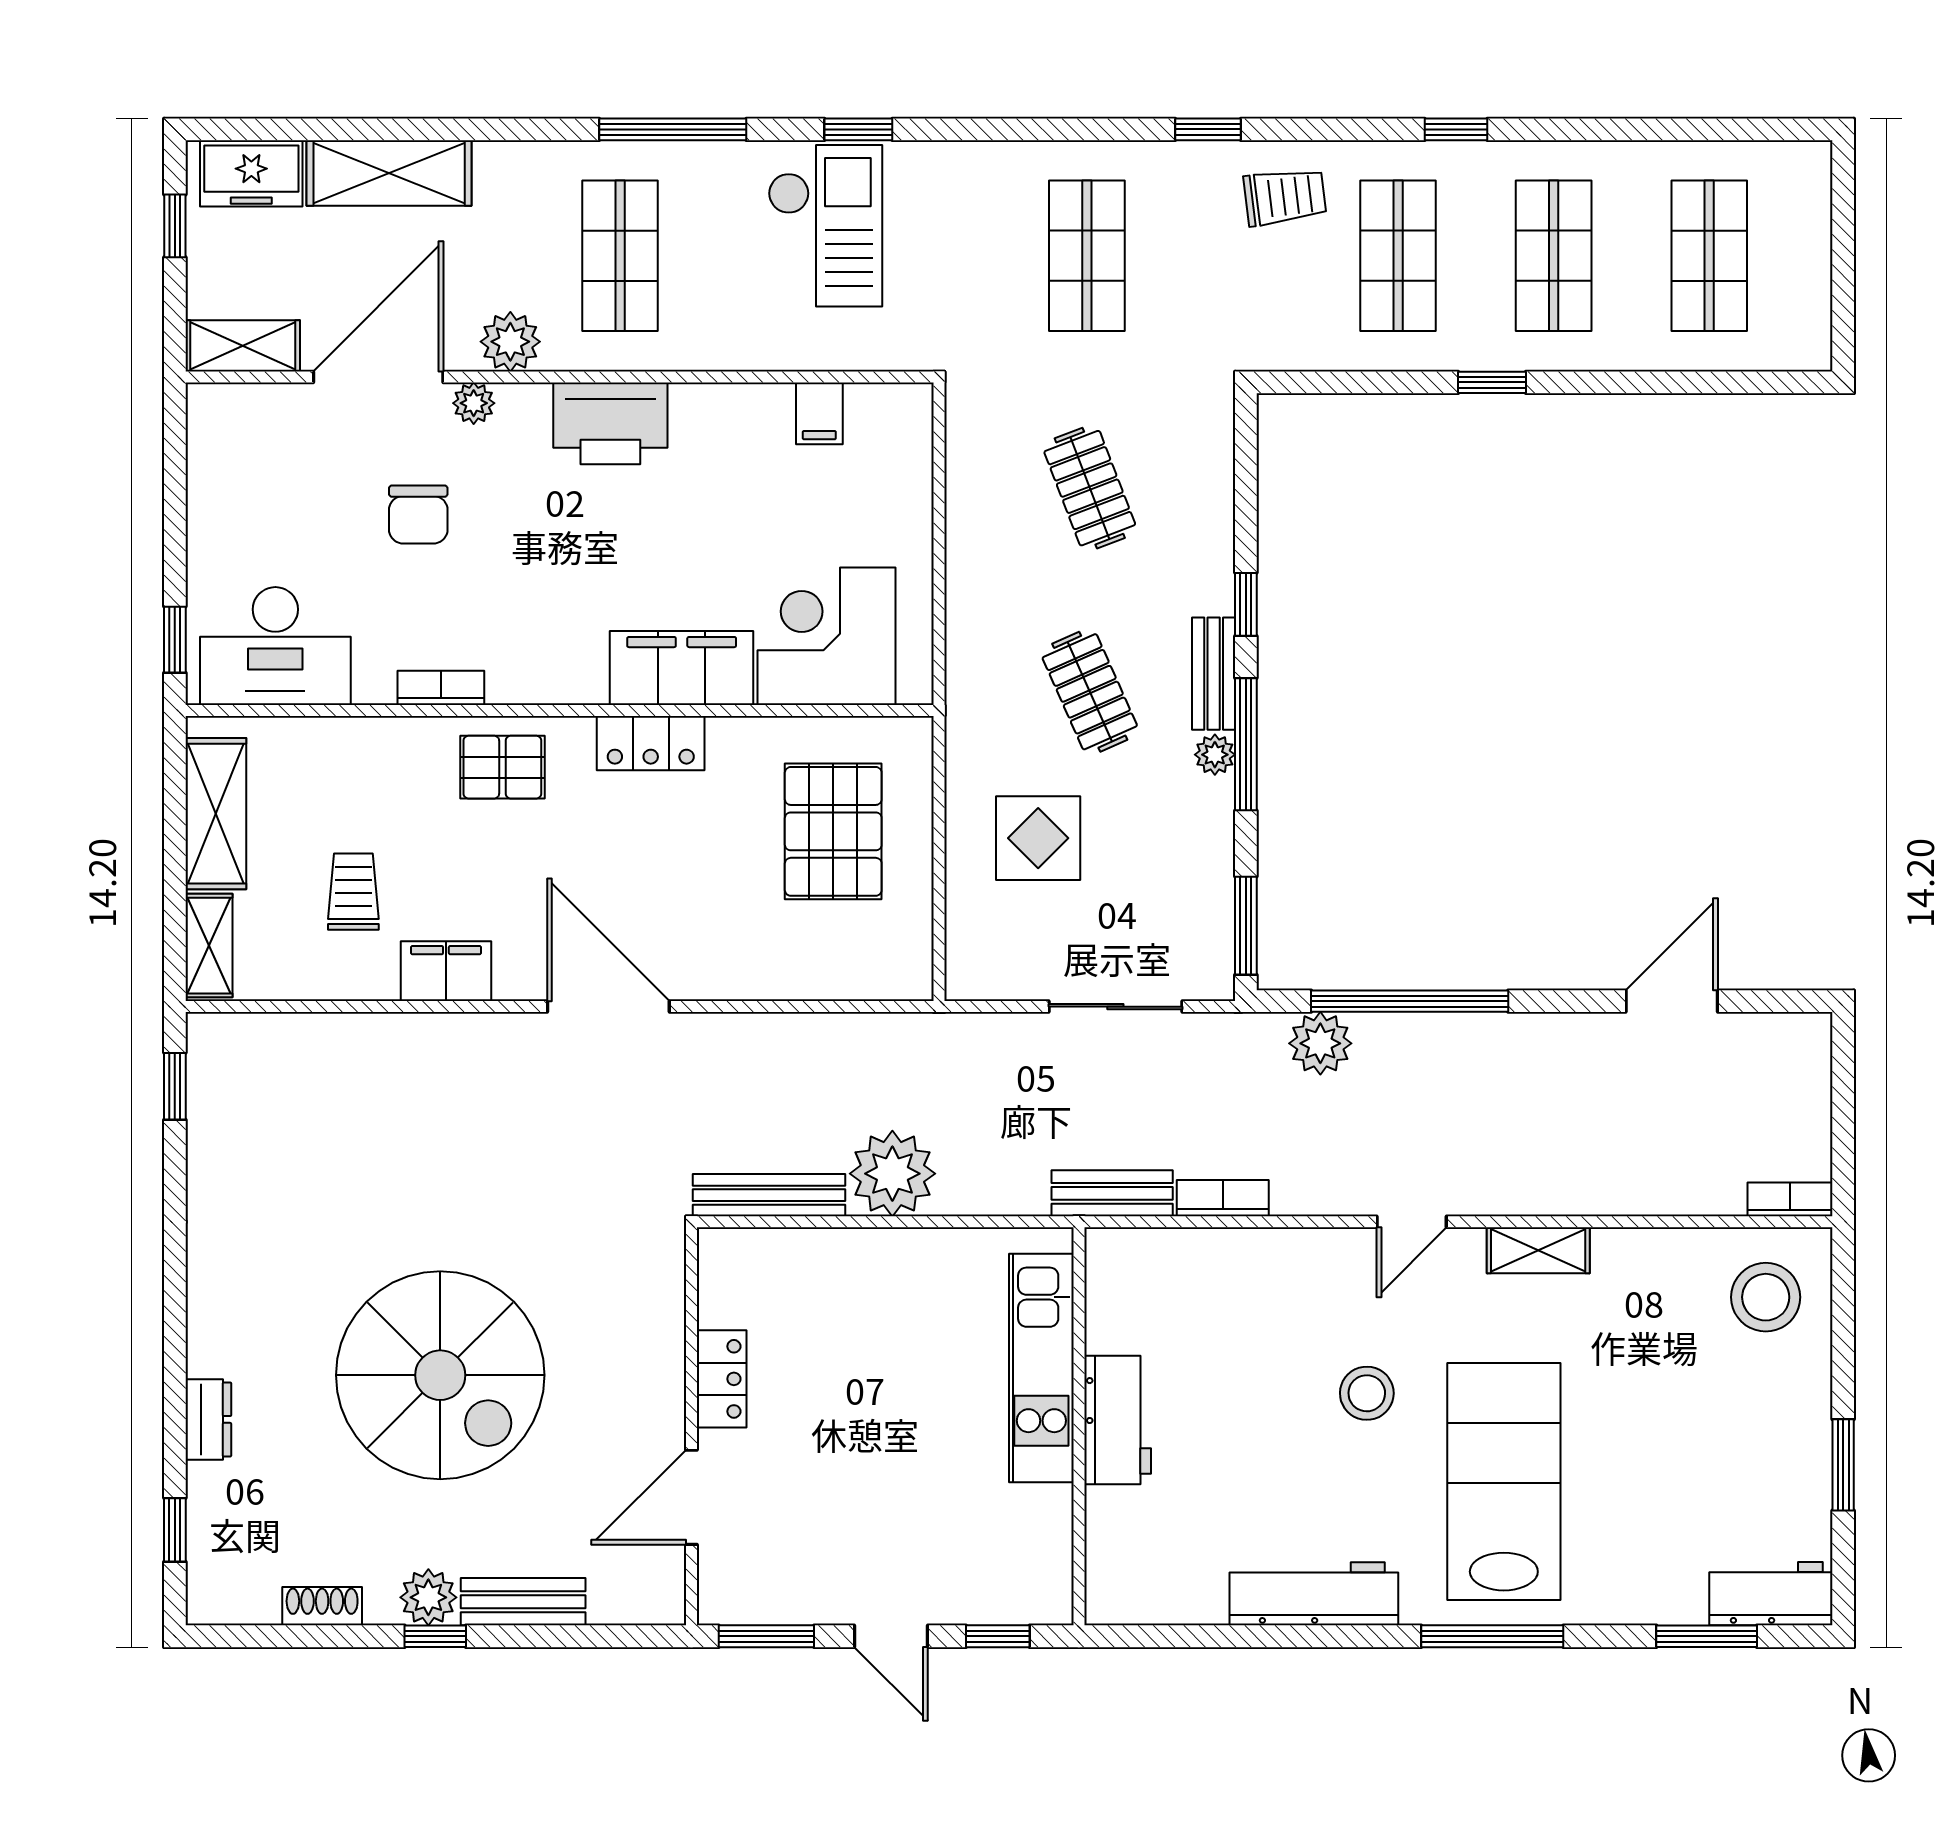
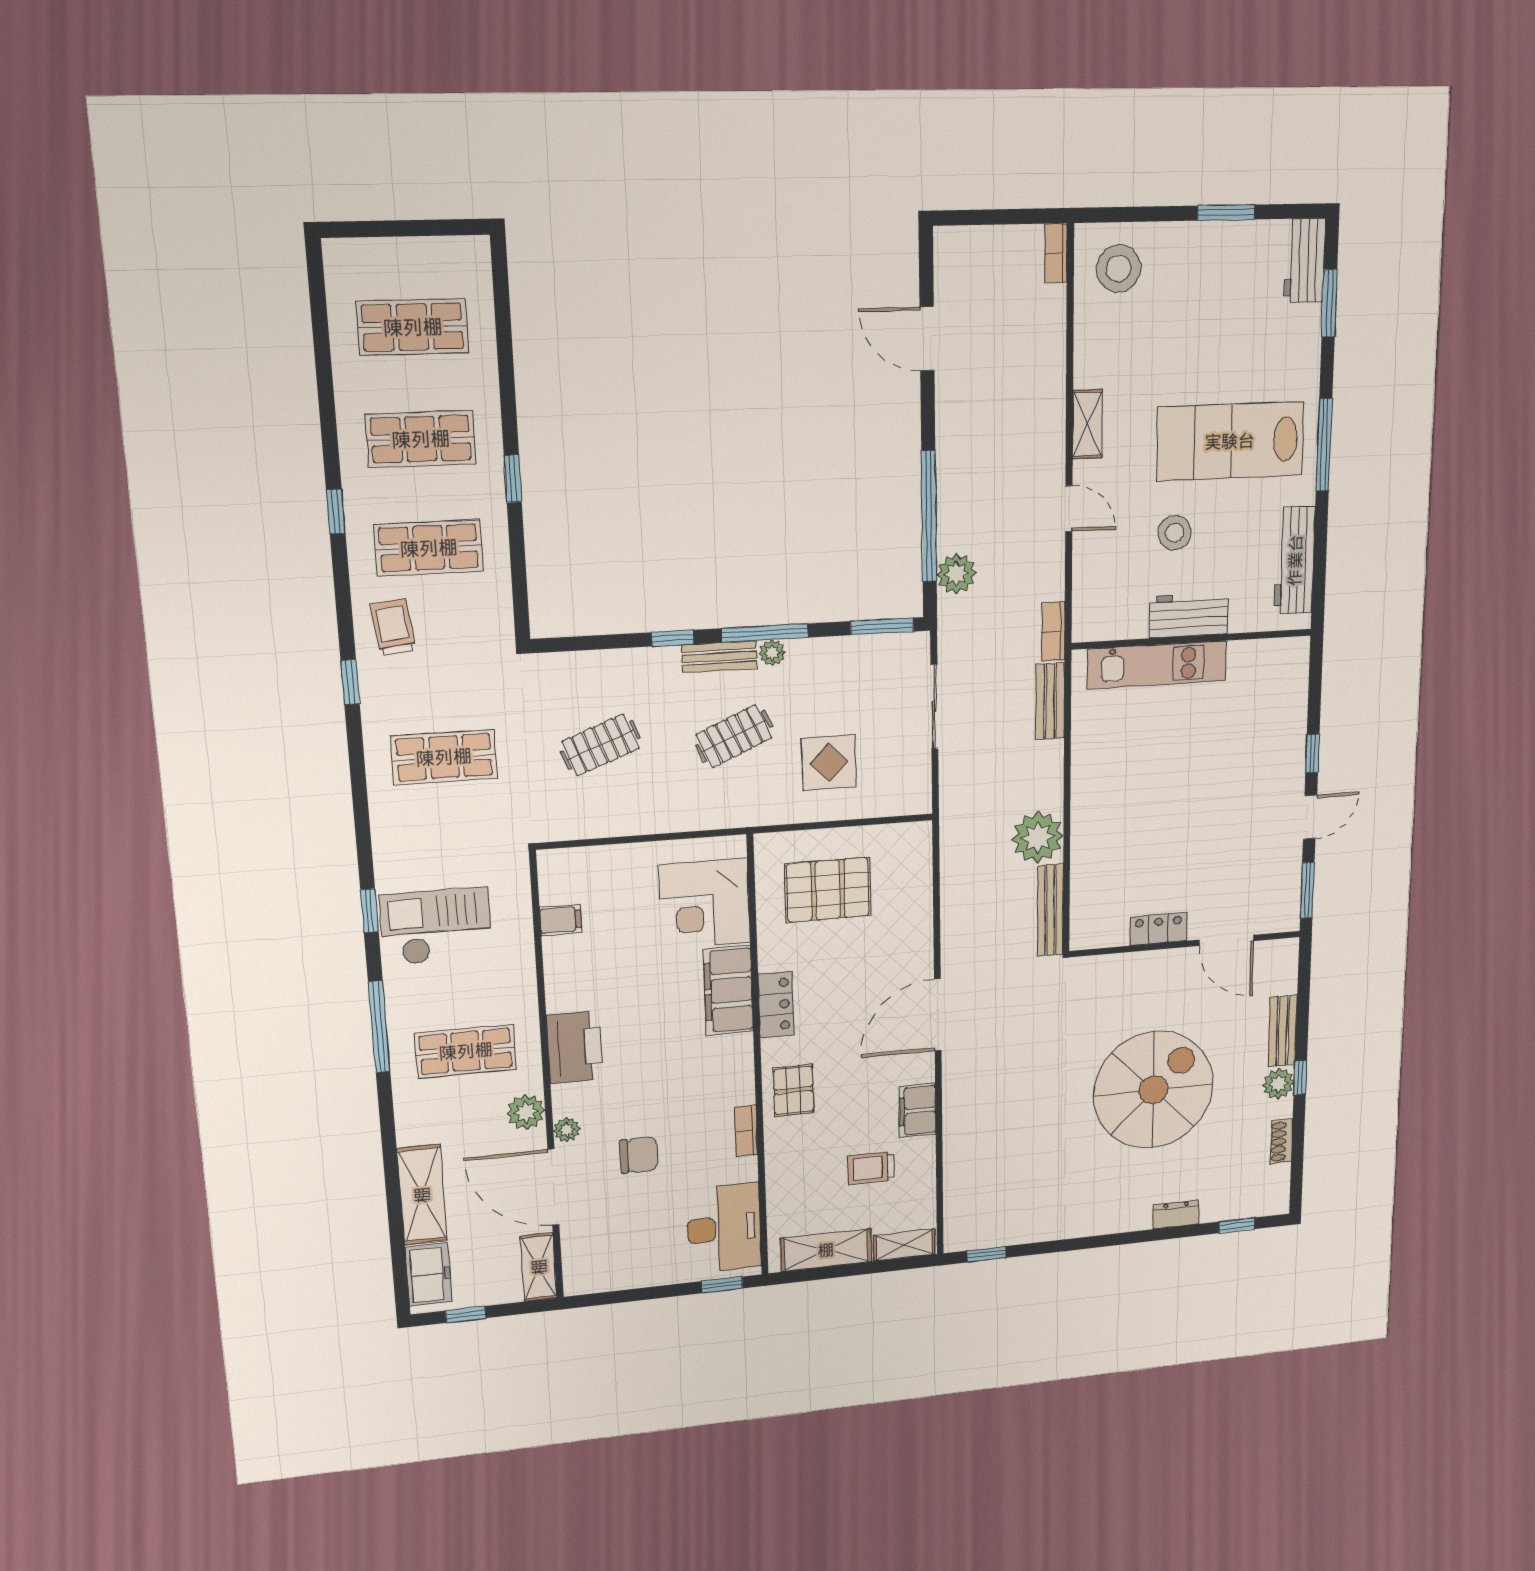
kitchen unit: (1041, 1368) -> (1157, 665), moved
workbench: (1118, 1420) -> (1189, 615), moved
wall: (1079, 1426) -> (1192, 639), moved

